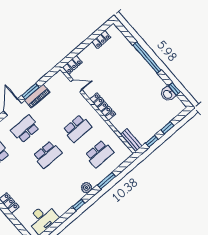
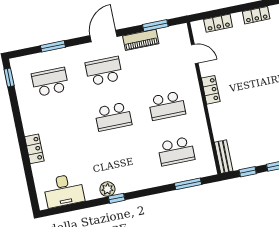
locker: (72, 65) -> (218, 23), moved
window: (30, 91) -> (155, 26), moved
locker: (103, 107) -> (211, 90), width x0.66
window: (106, 181) -> (188, 184), moved
plant: (86, 188) -> (107, 189), moved

